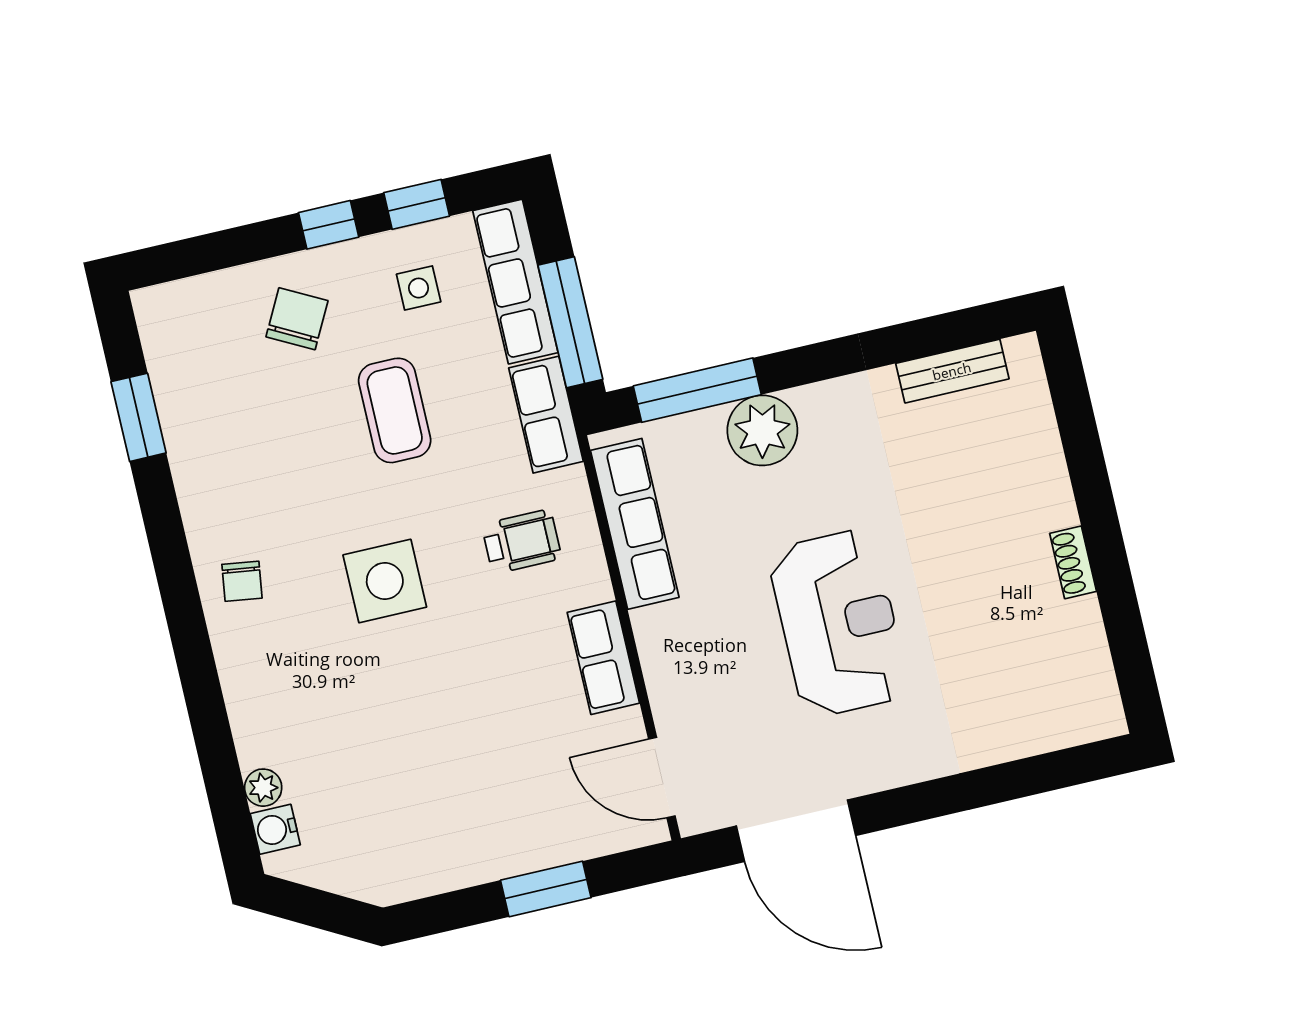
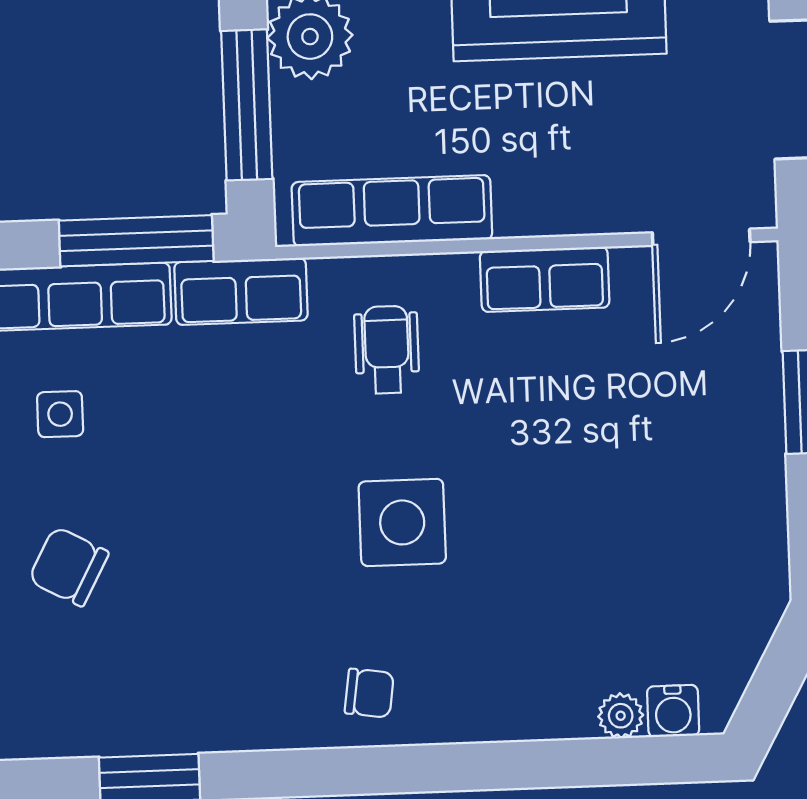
coffee table: (395, 410) -> (201, 471), removed

